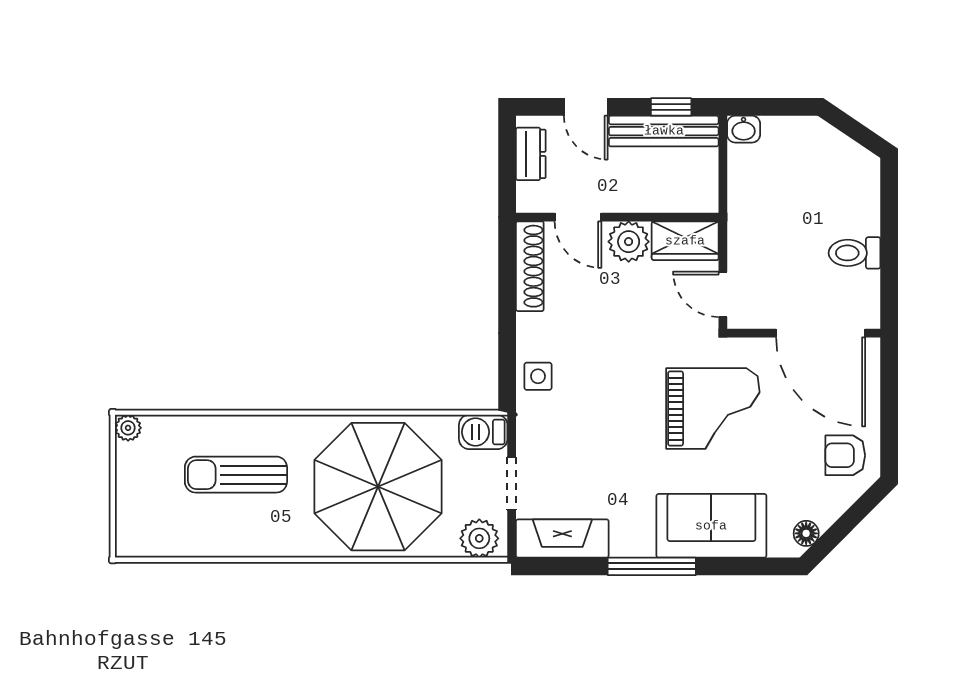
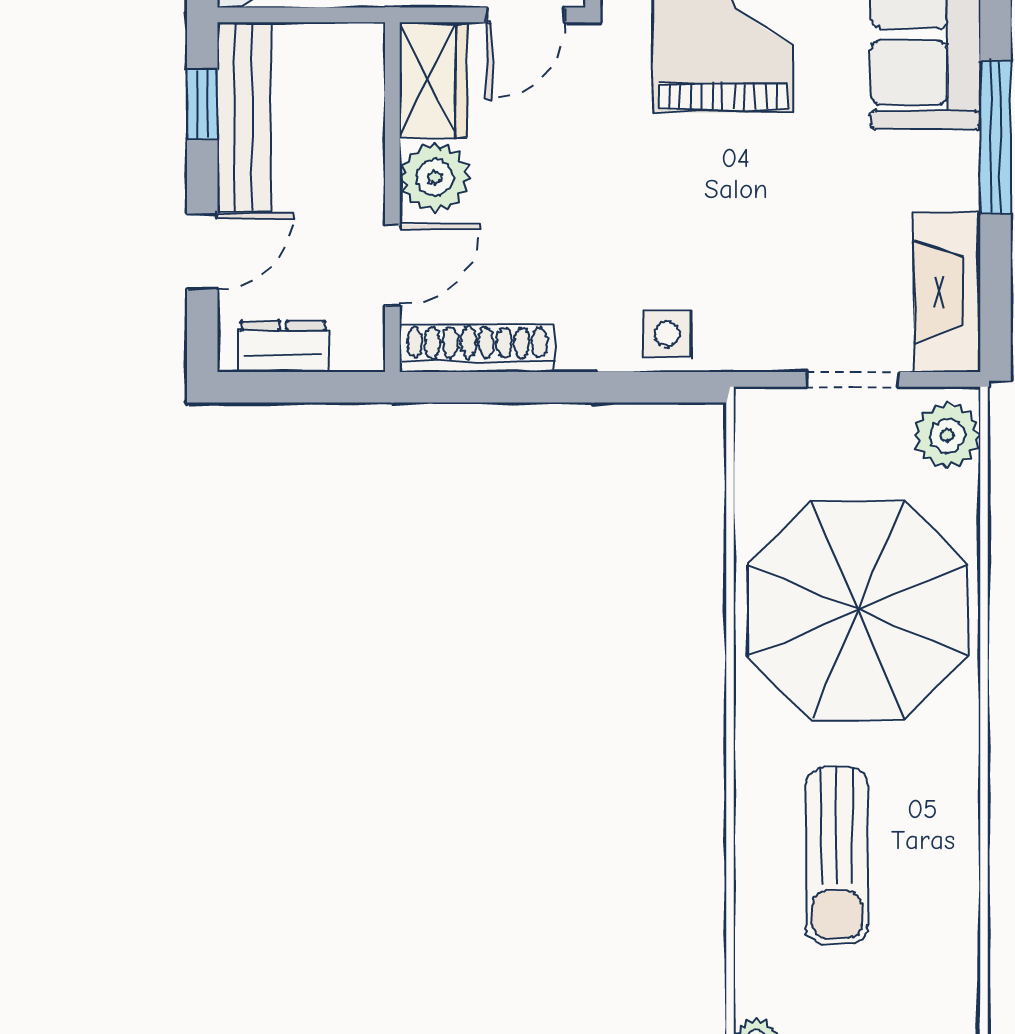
barbecue: (483, 432) -> (763, 429), removed

